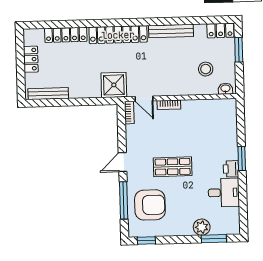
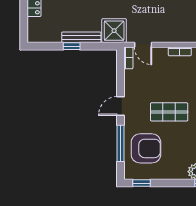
bench: (48, 94) -> (81, 37), moved
window: (71, 102) -> (72, 46), added
bookcase: (169, 105) -> (180, 51), moved

